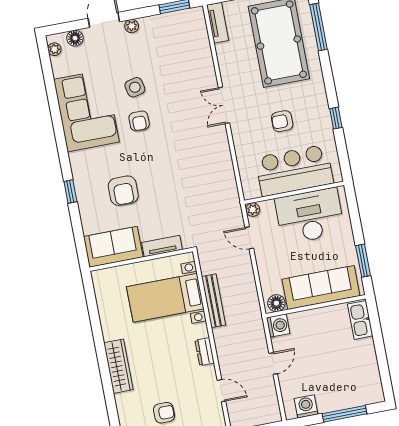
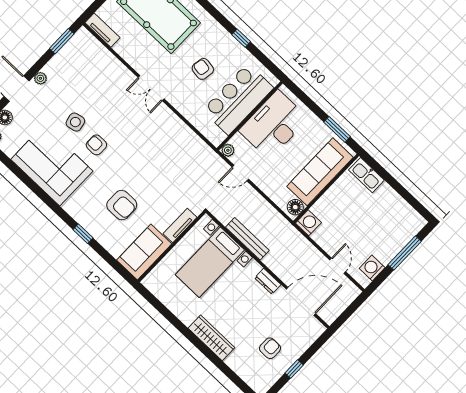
armchair: (139, 121) -> (96, 145), turned 180
armchair: (282, 121) -> (203, 69), turned 99
door: (273, 363) -> (338, 266), moved
door: (221, 391) -> (301, 301), width x1.88

